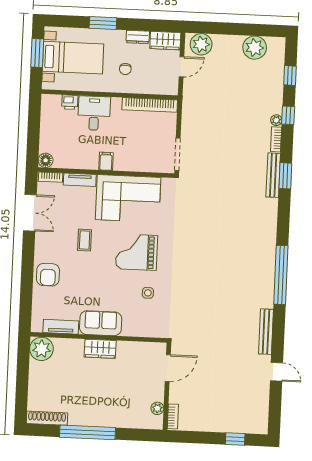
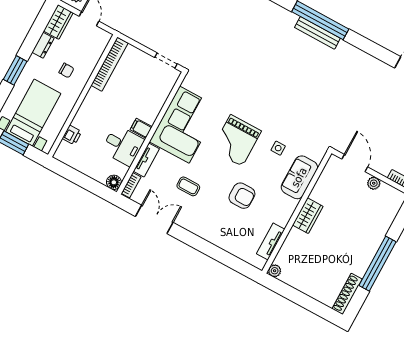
desk: (94, 113) -> (123, 145), moved, turned 180
doorway: (178, 154) -> (166, 61), width x0.73
coffee table: (85, 240) -> (188, 186), moved
armchair: (48, 275) -> (242, 196), moved
sofa: (101, 323) -> (299, 177), moved
bench: (266, 332) -> (317, 33), moved
plant: (41, 349) -> (275, 271), width x0.53, depth x0.53
plant: (157, 408) -> (374, 183), moved

